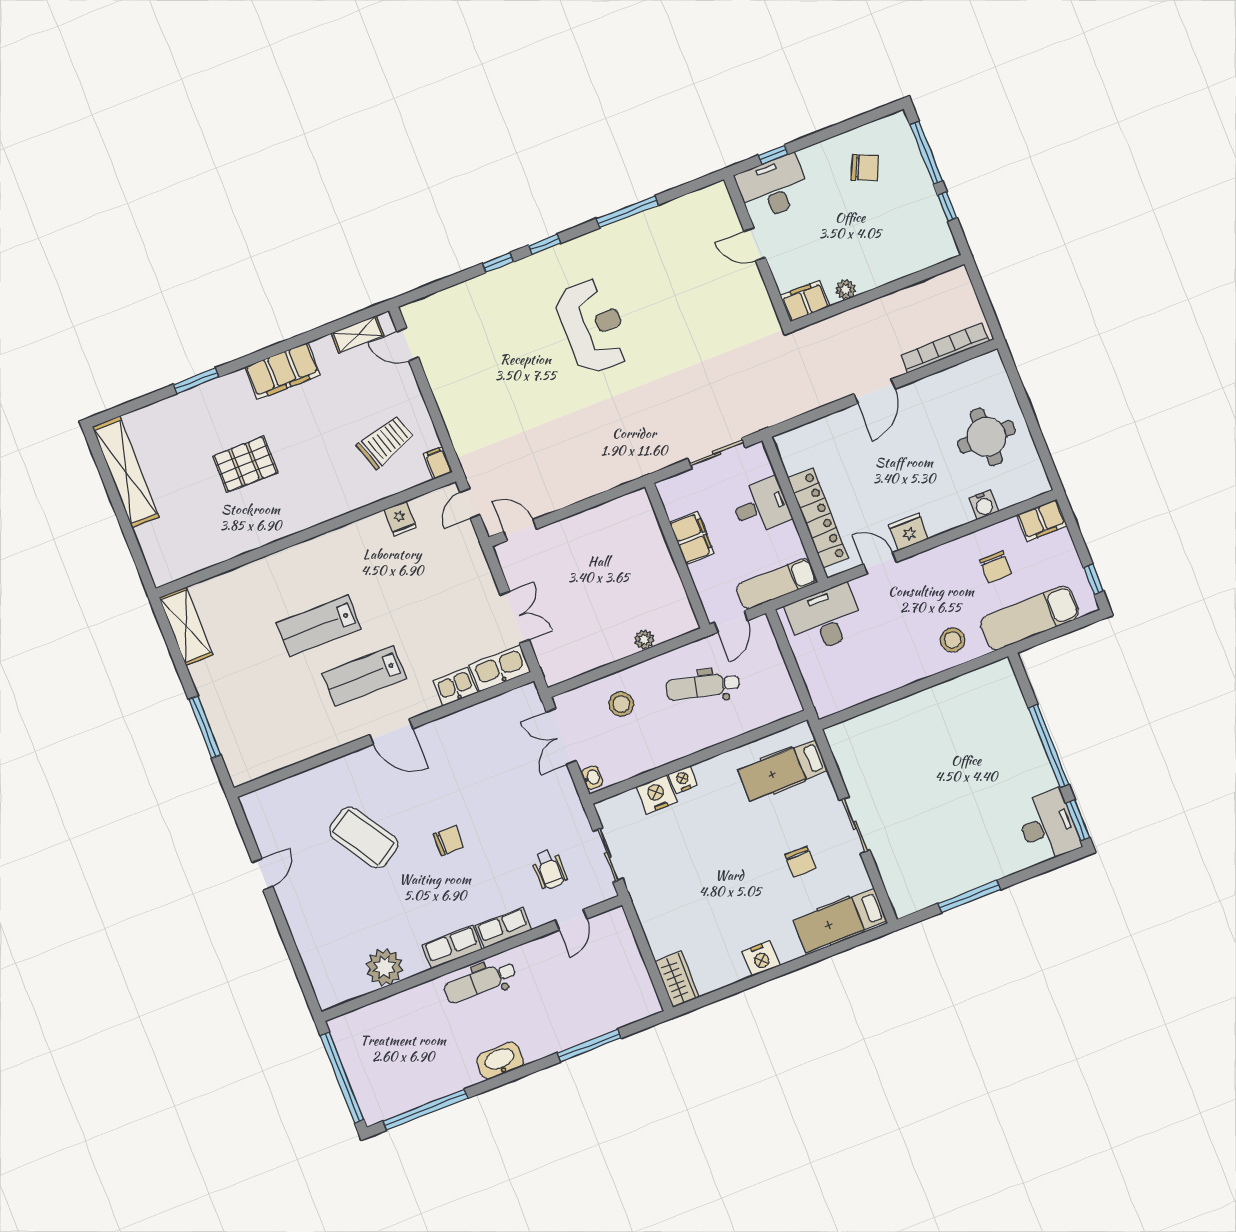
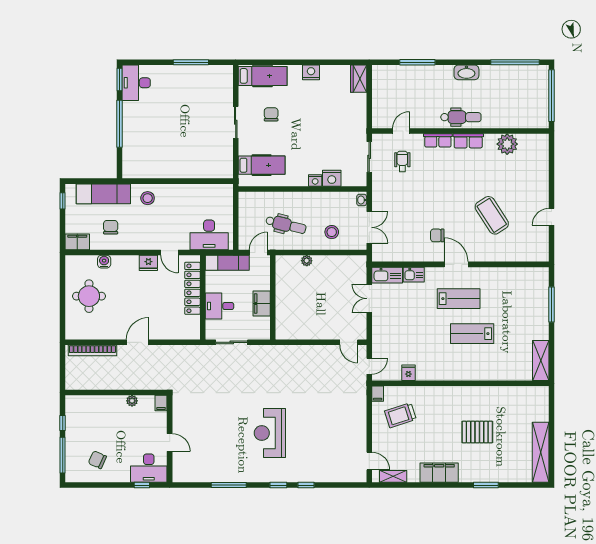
filing cabinet: (805, 301) -> (161, 403), width x0.50
lab bench: (319, 626) -> (472, 334), turned 180
chair: (448, 841) -> (437, 235), moved

